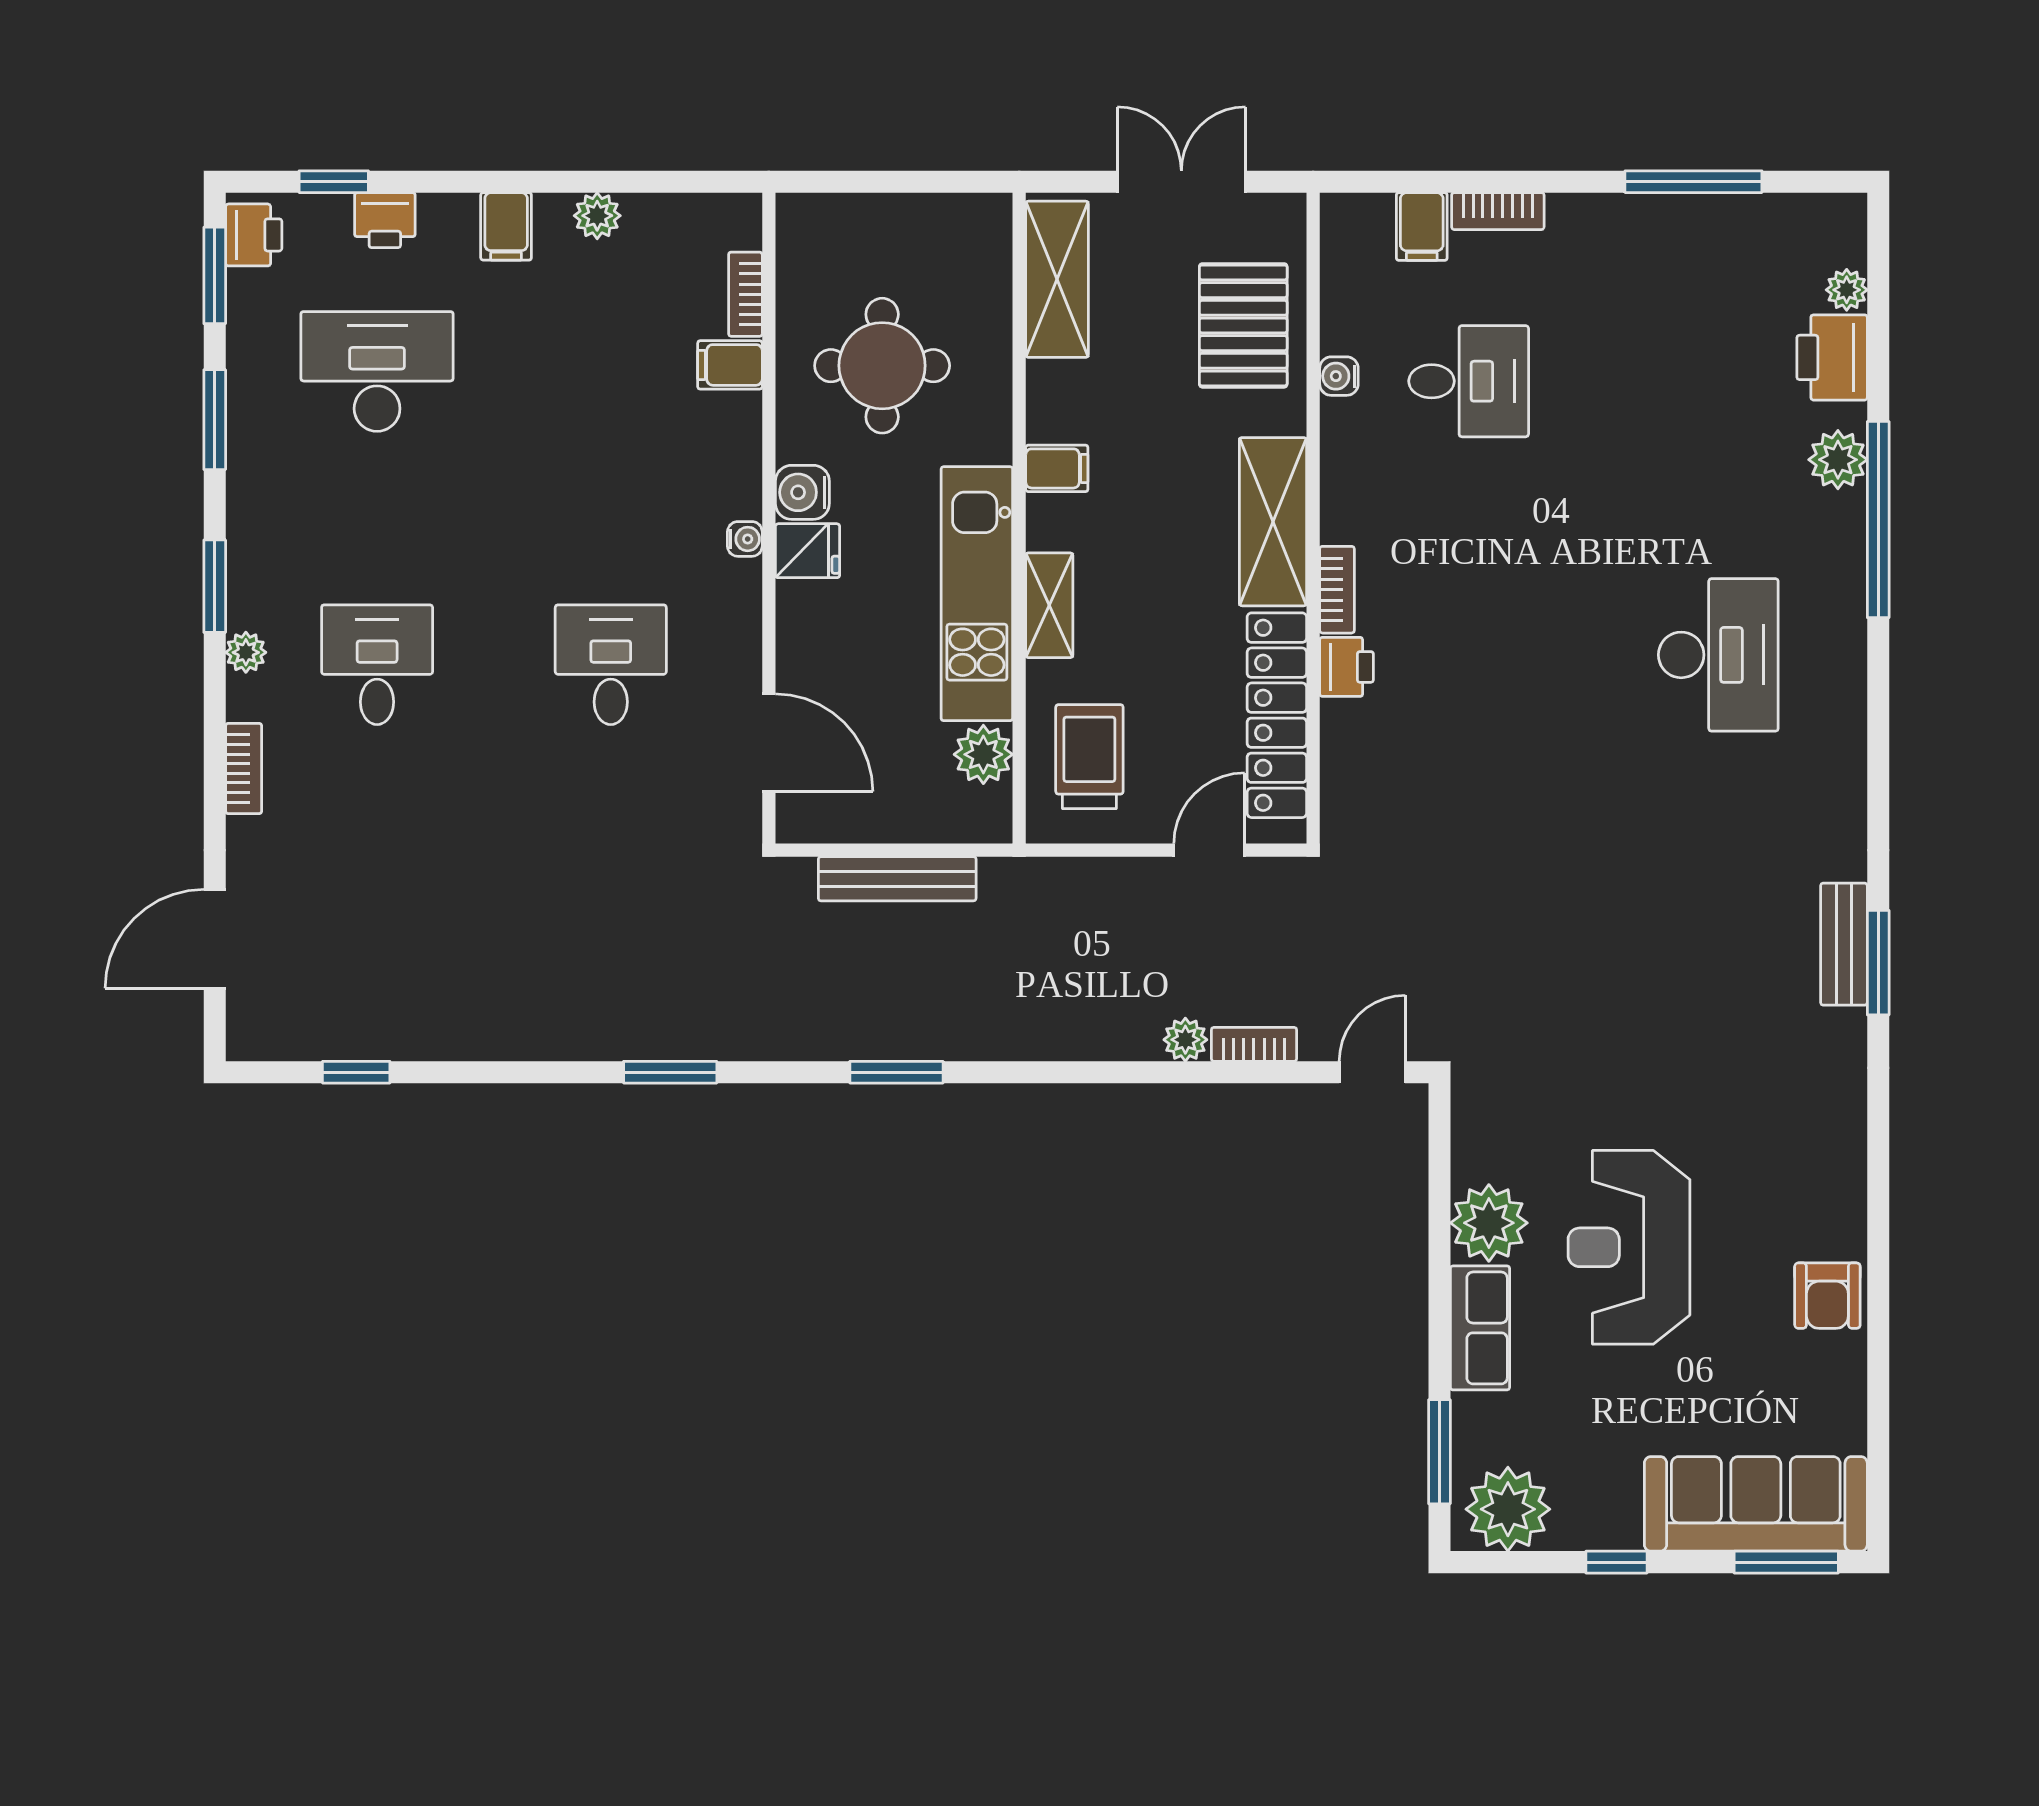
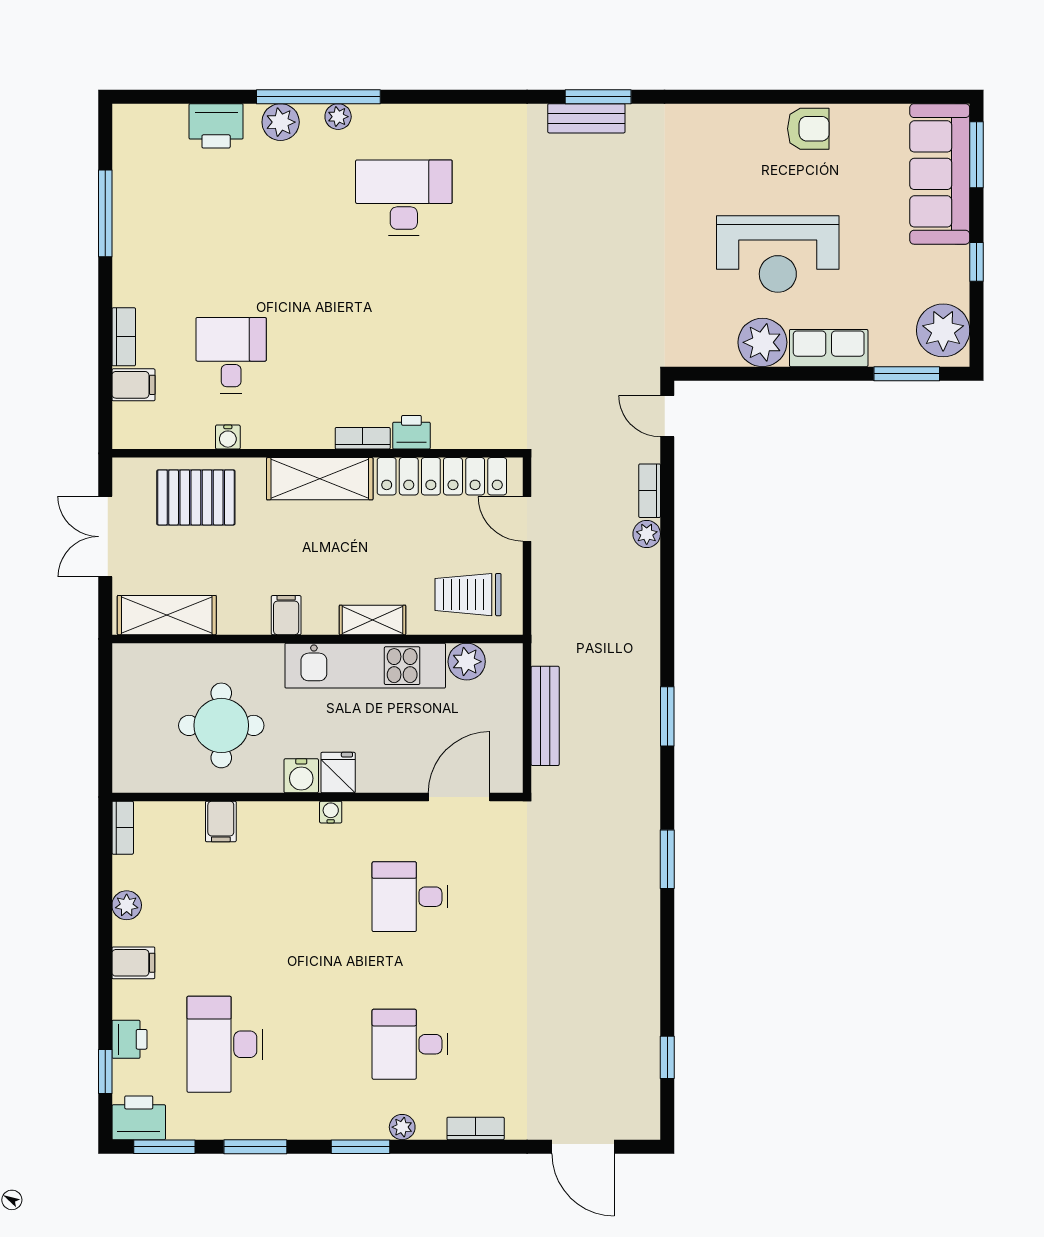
printer: (254, 235) -> (139, 1118), width x1.36, depth x1.24
plant: (1847, 290) -> (338, 117), moved
bookcase: (745, 294) -> (123, 828), moved, turned -90

